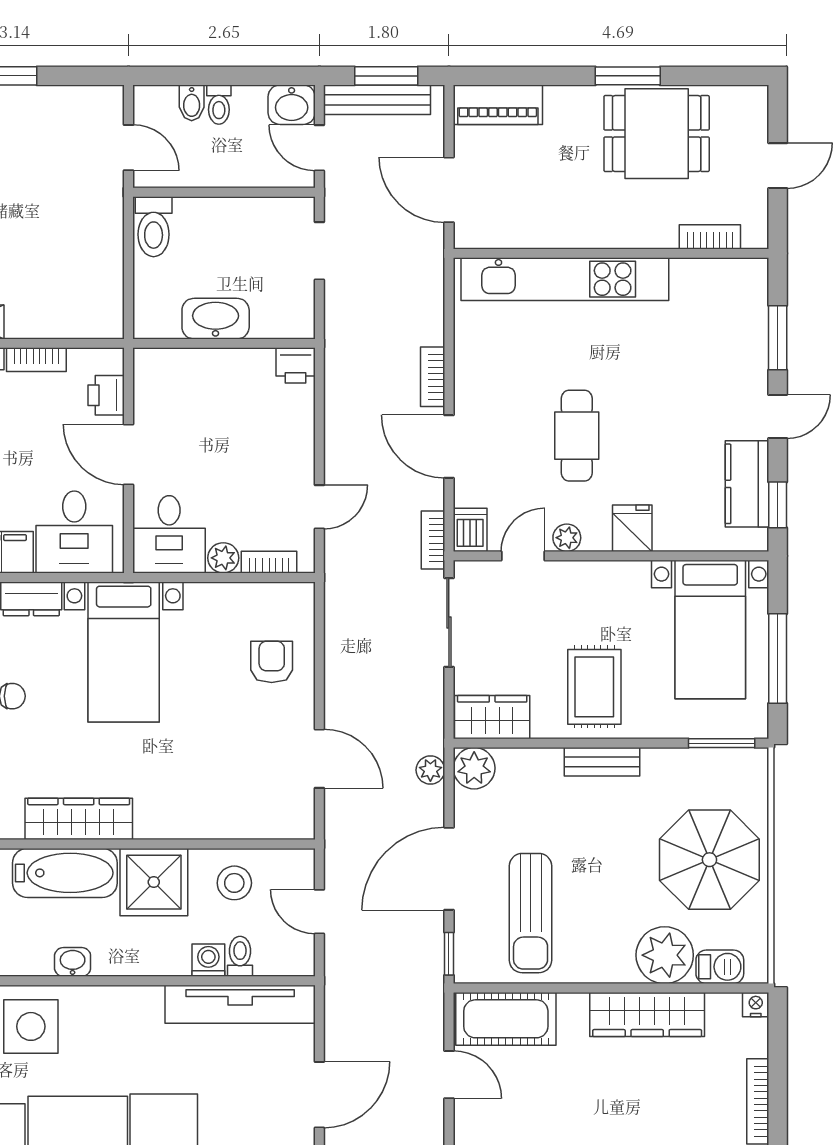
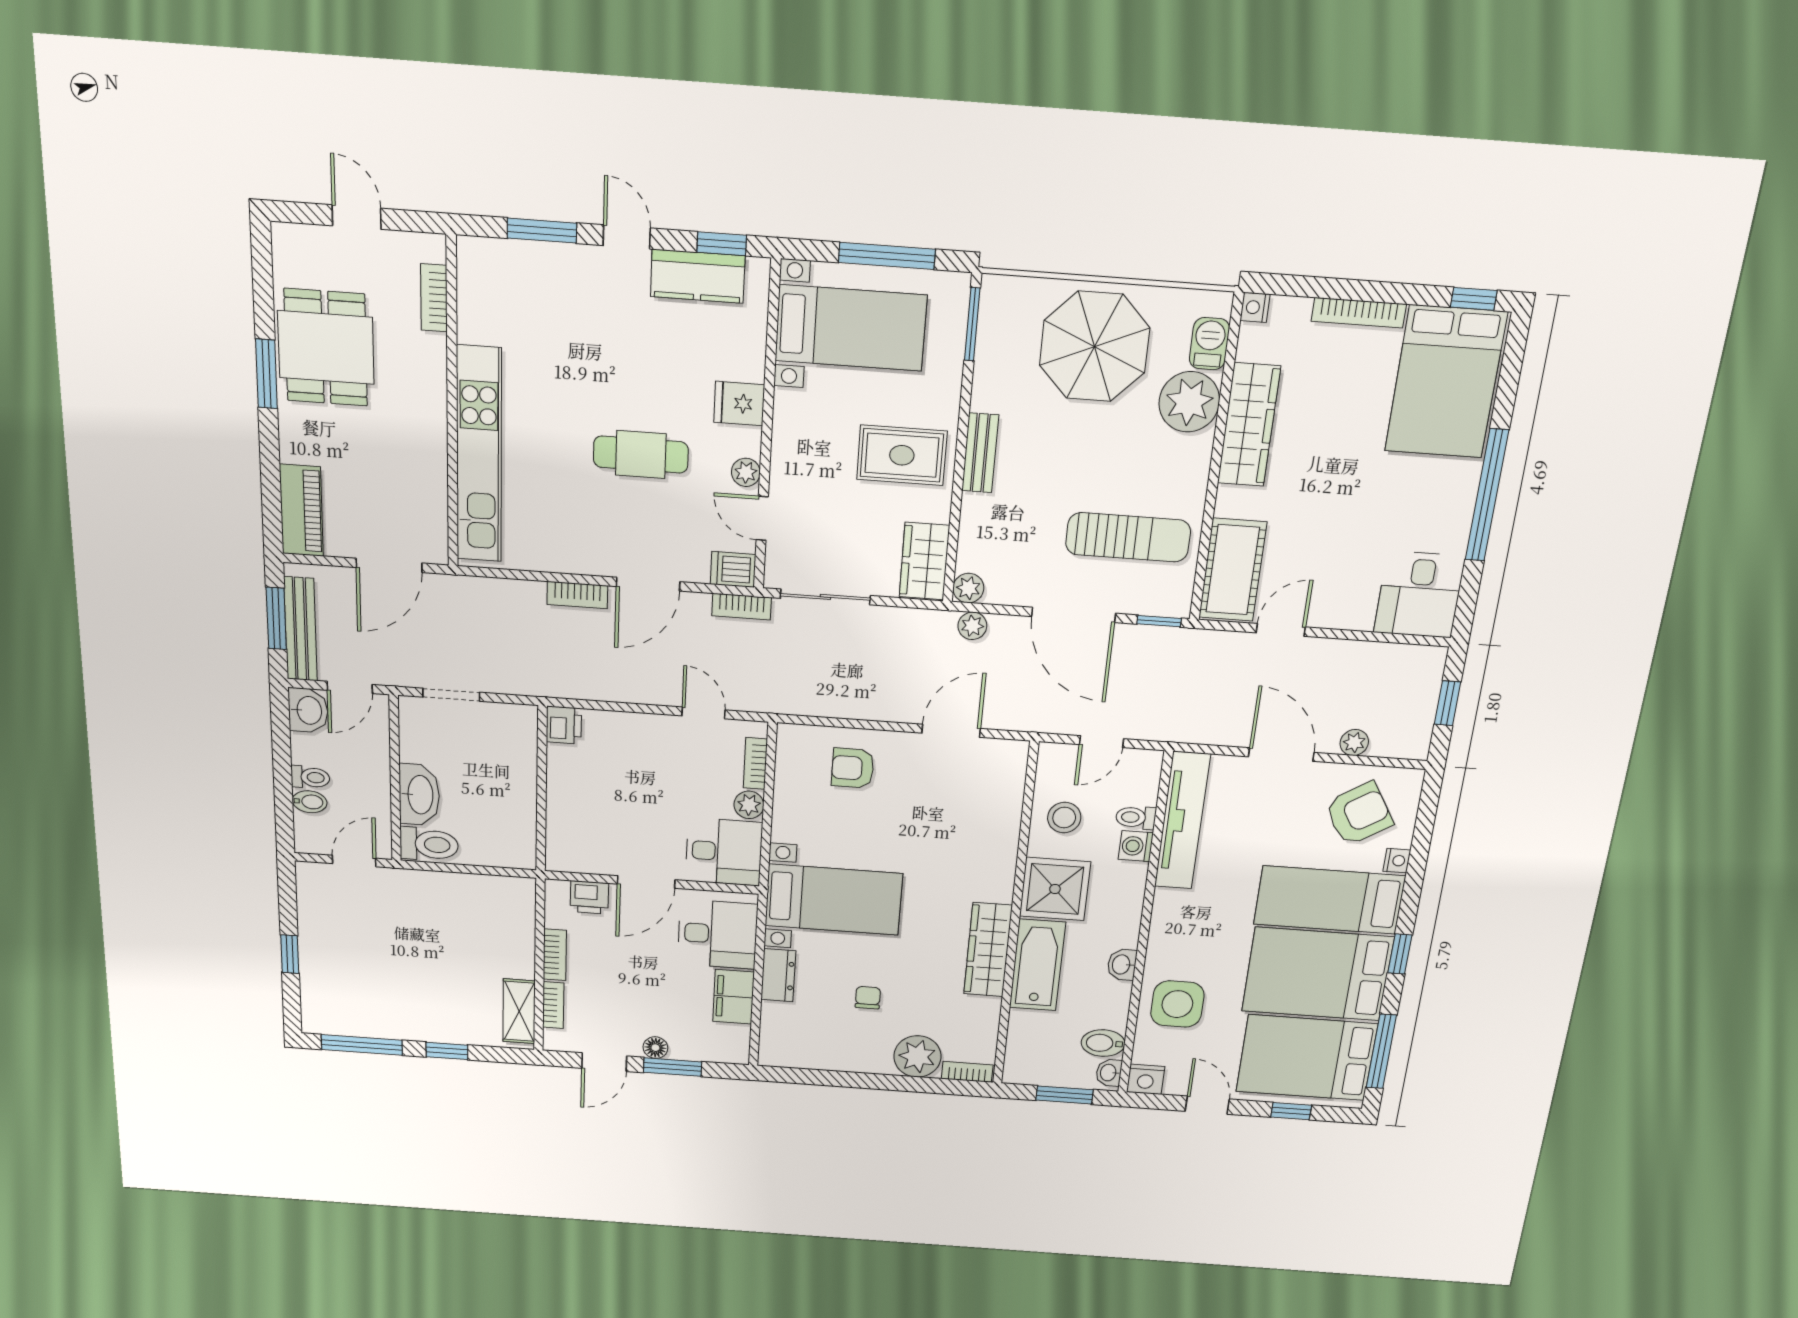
washbasin: (216, 319) -> (419, 795), moved, turned 180
plant: (474, 768) -> (968, 588), width x0.73, depth x0.73

